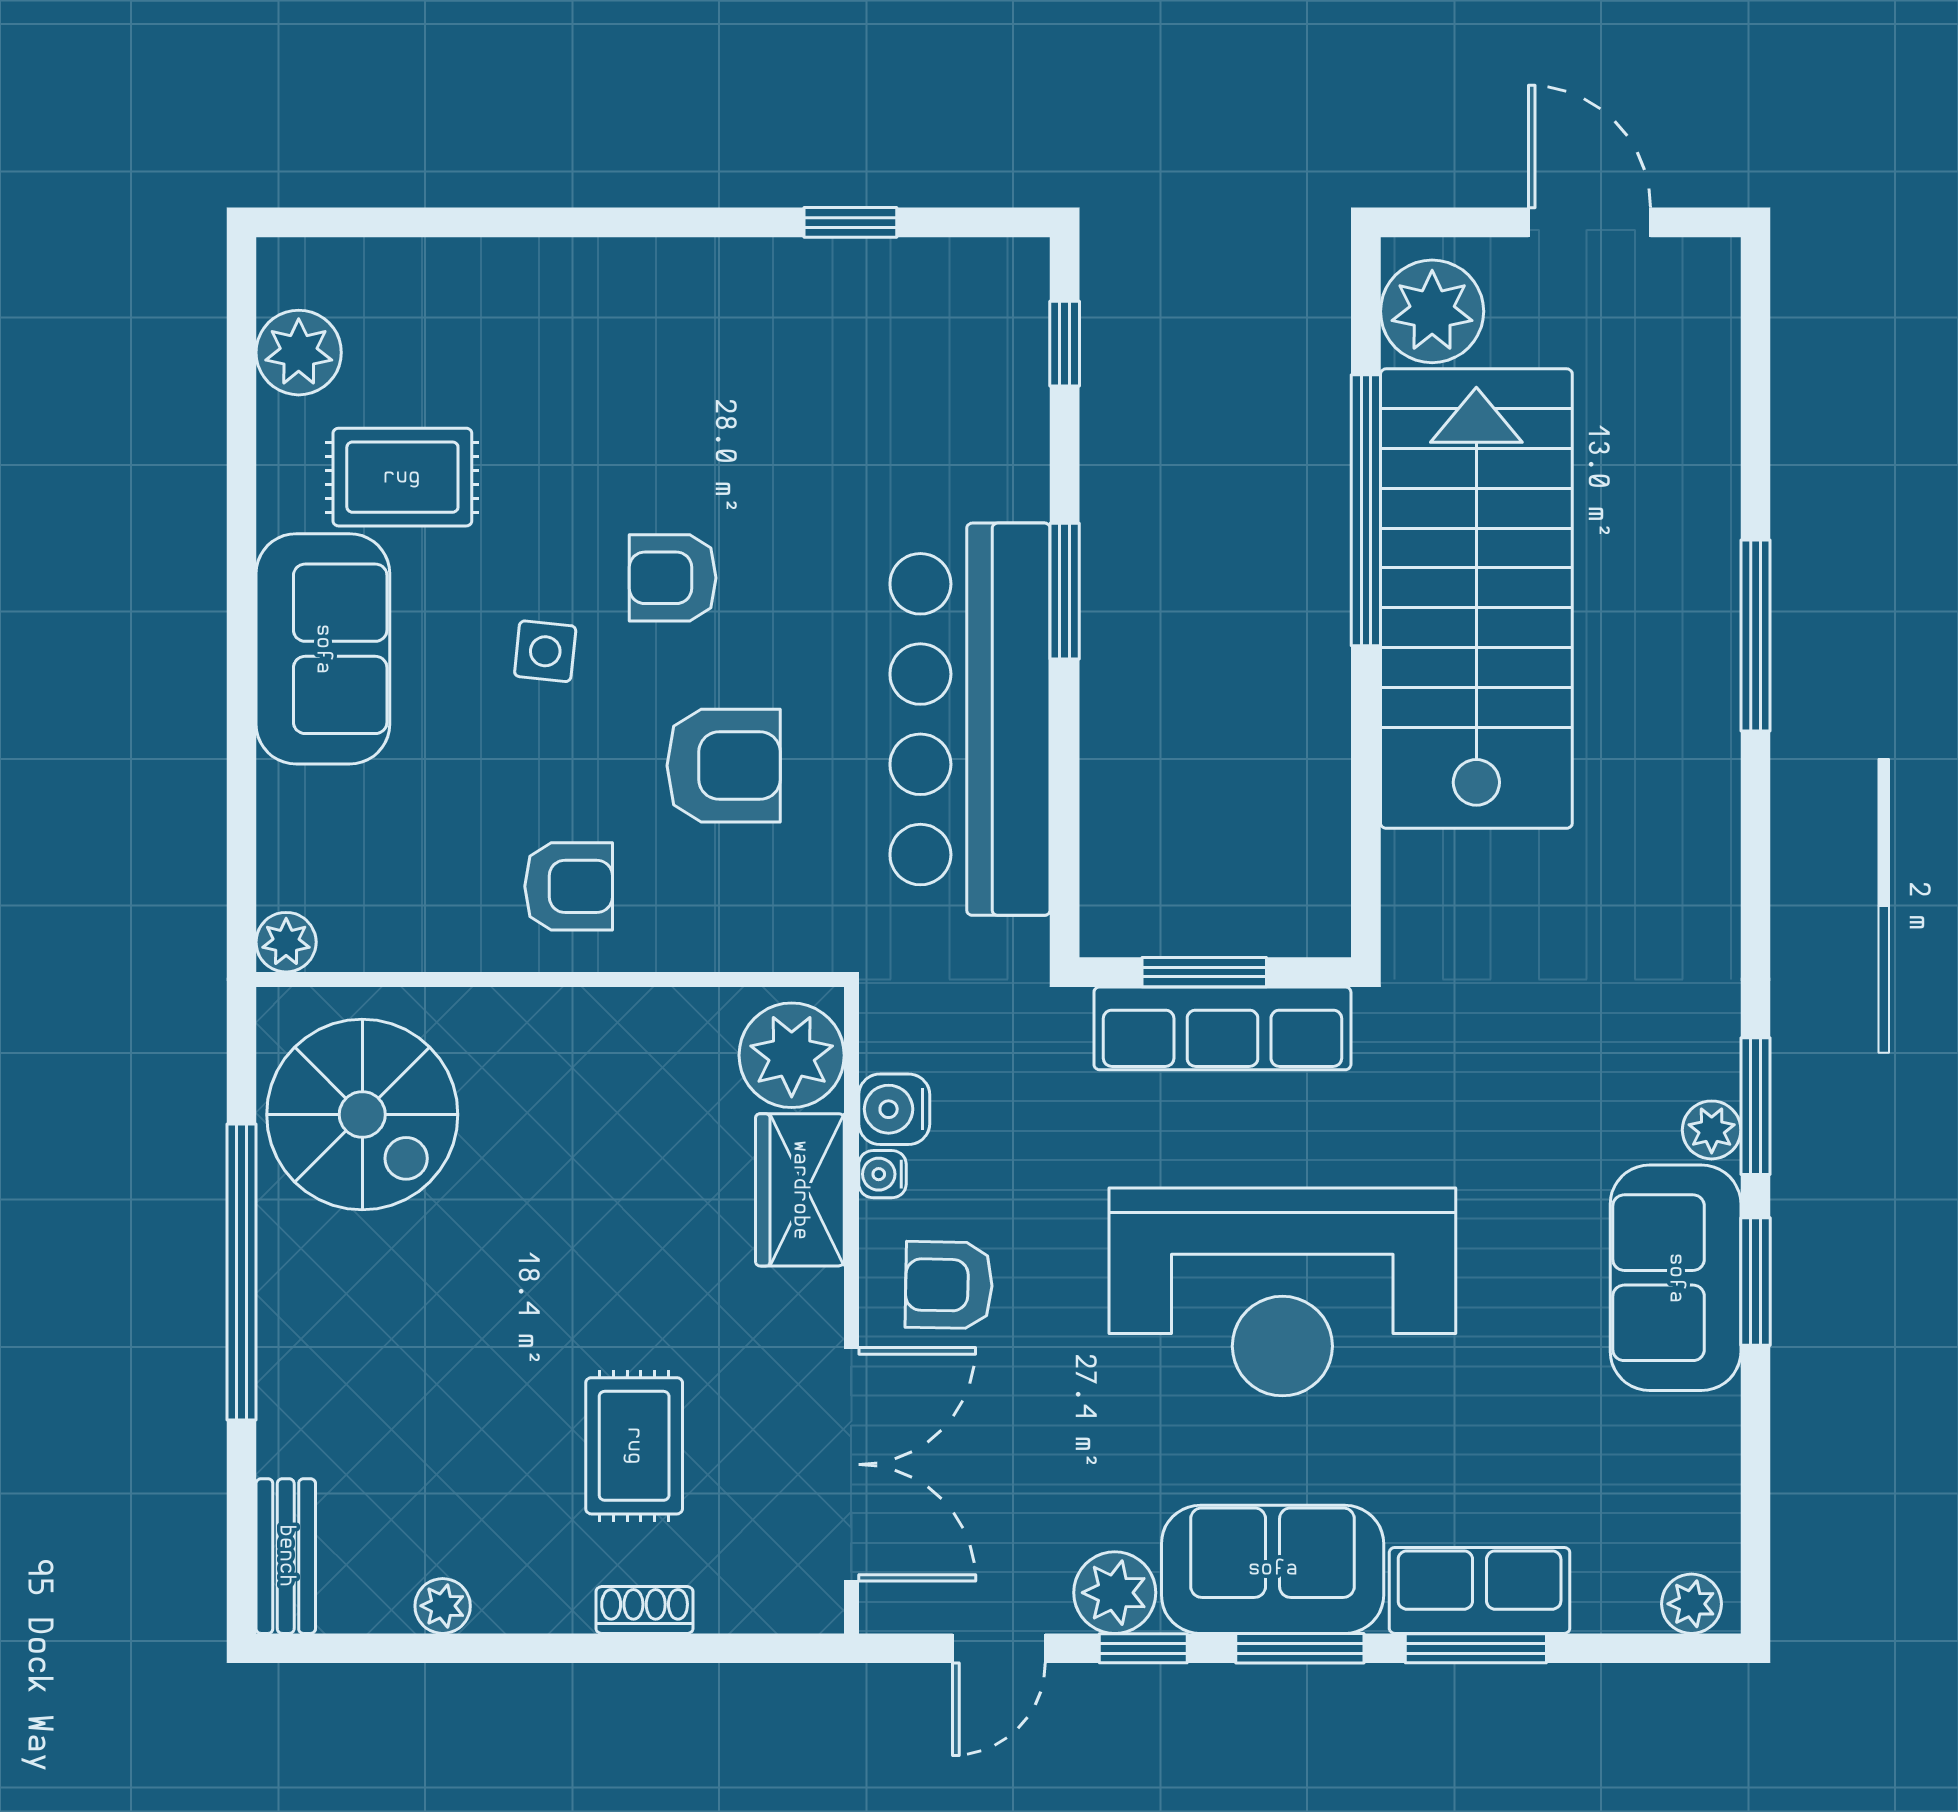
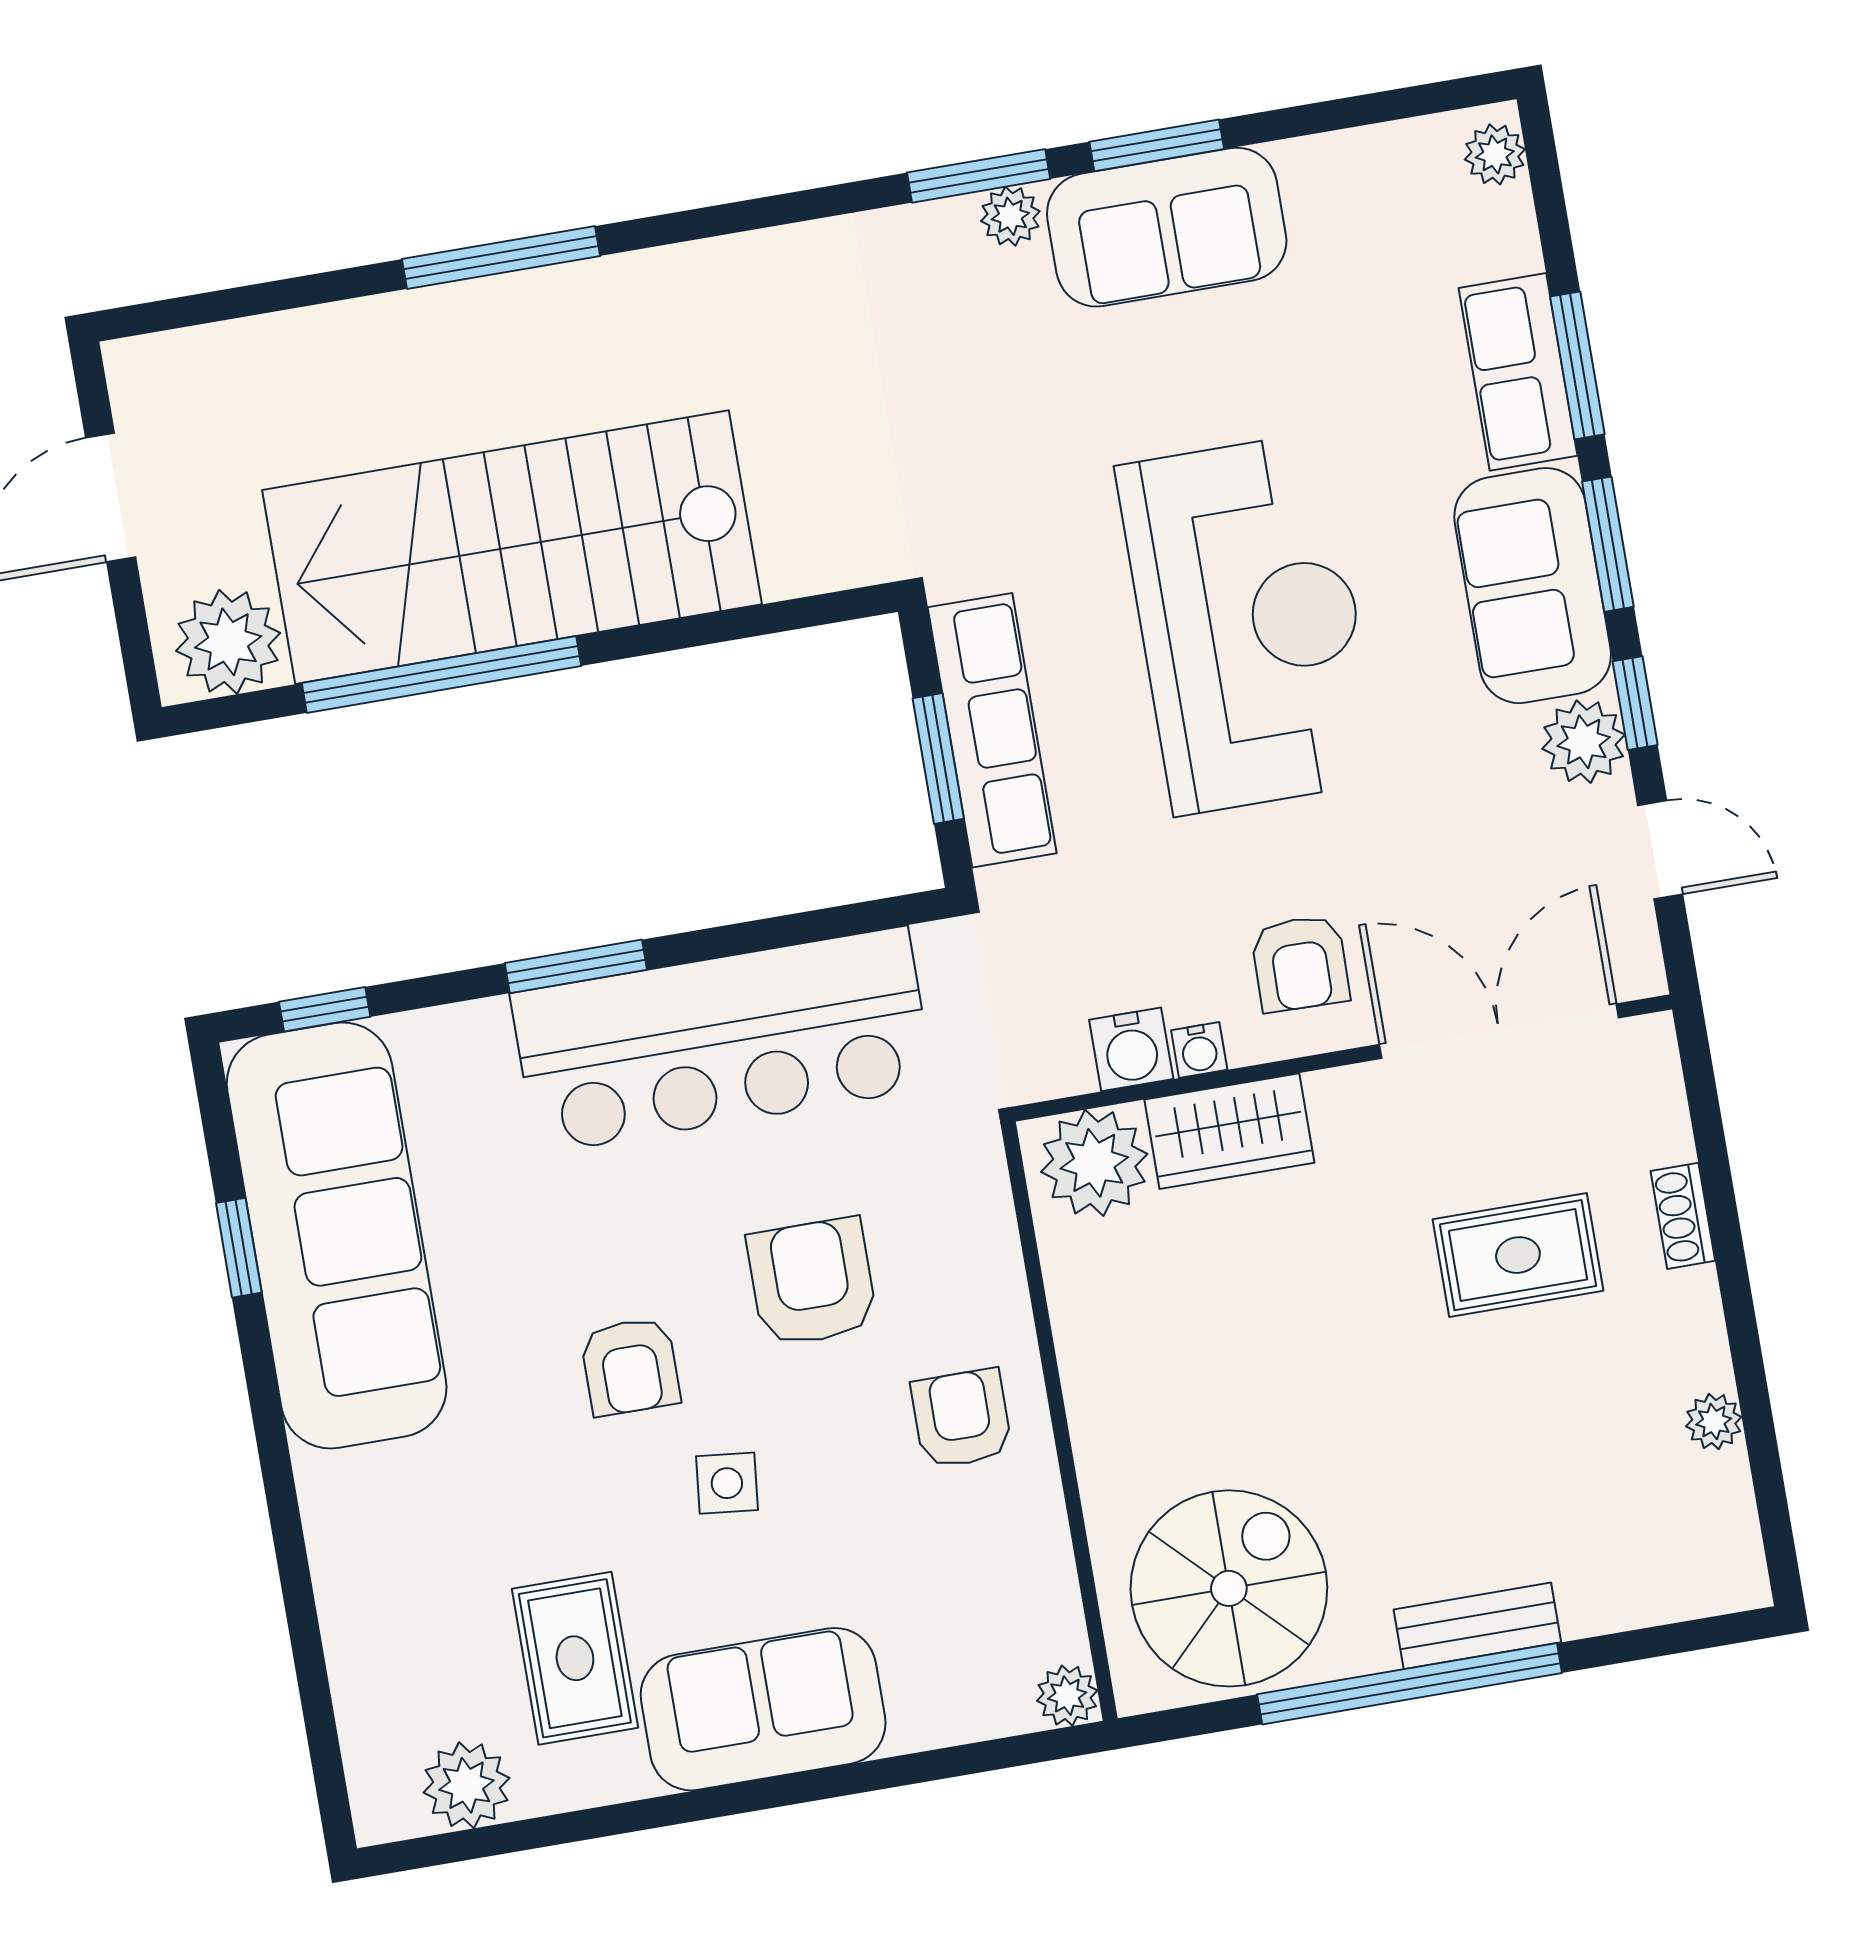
sofa: (846, 318) -> (337, 1235), added
bench: (286, 1556) -> (1477, 1626), moved

